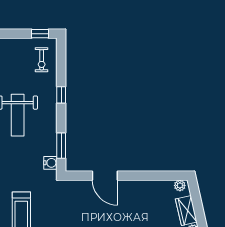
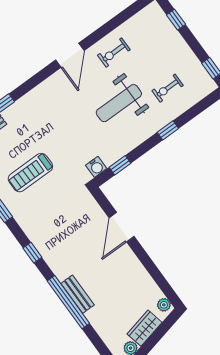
exercise bike: (42, 60) -> (168, 88), moved
window: (61, 146) -> (120, 165), width x0.67

